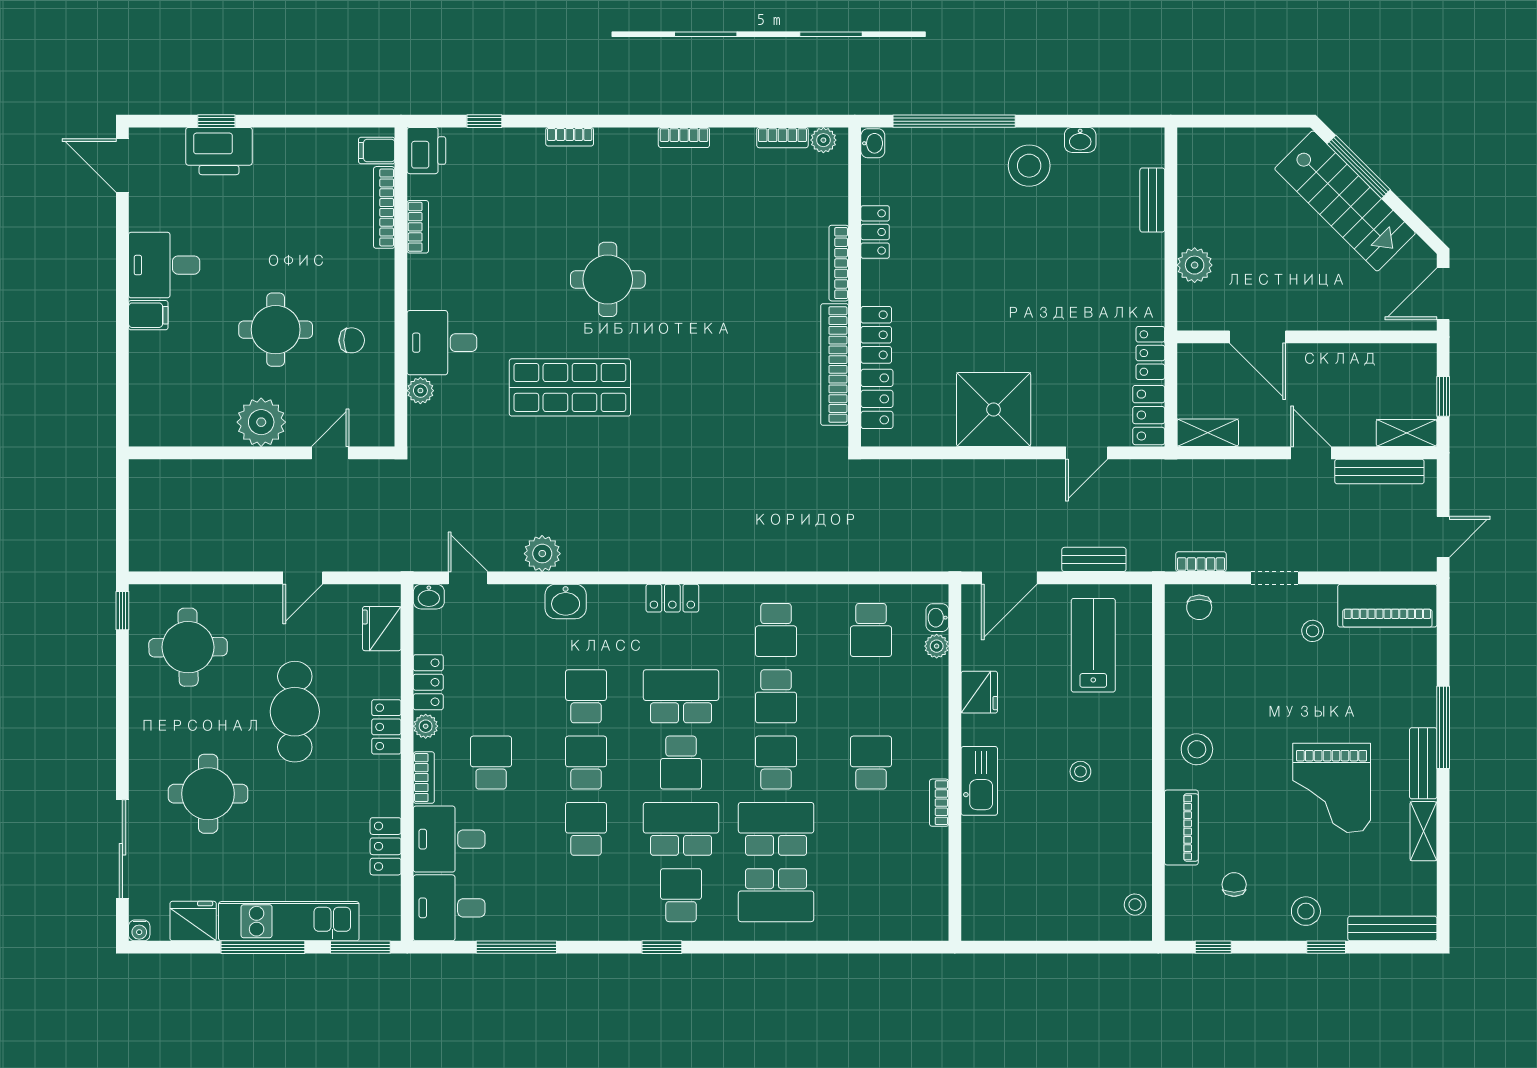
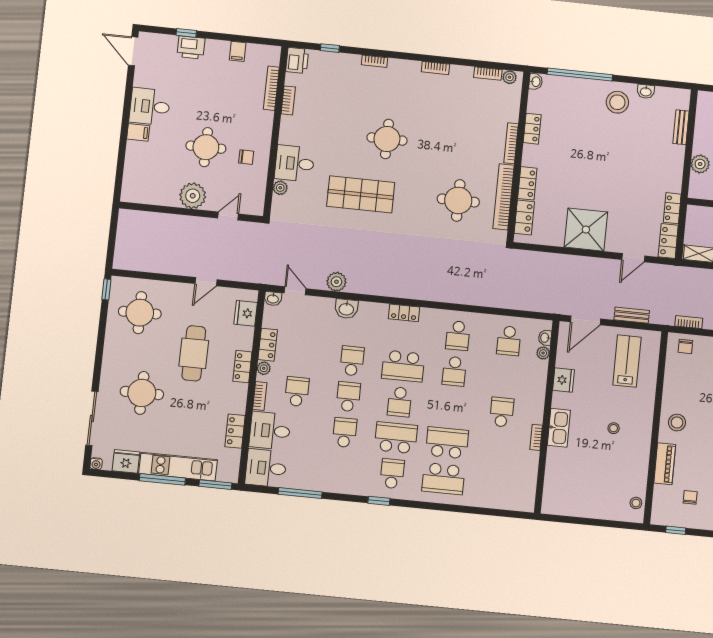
filing cabinet: (377, 150) -> (238, 51), moved, turned -90
printer: (219, 151) -> (191, 47), width x0.73, depth x0.84
round table: (751, 380) -> (458, 200), added
school desk: (681, 696) -> (403, 366), turned 180
school desk: (776, 763) -> (451, 407), removed

